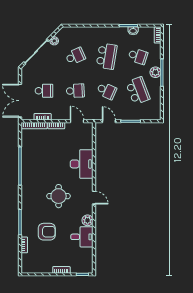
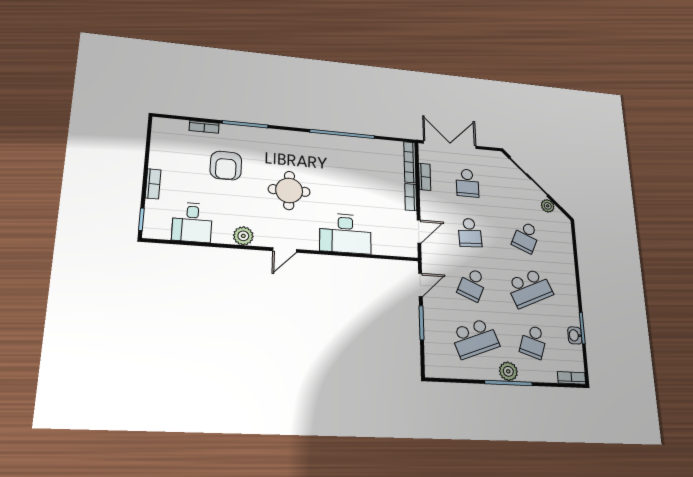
school desk: (75, 56) -> (526, 237), turned 48
school desk: (107, 56) -> (530, 288), turned -33
desk: (82, 237) -> (192, 222), moved

